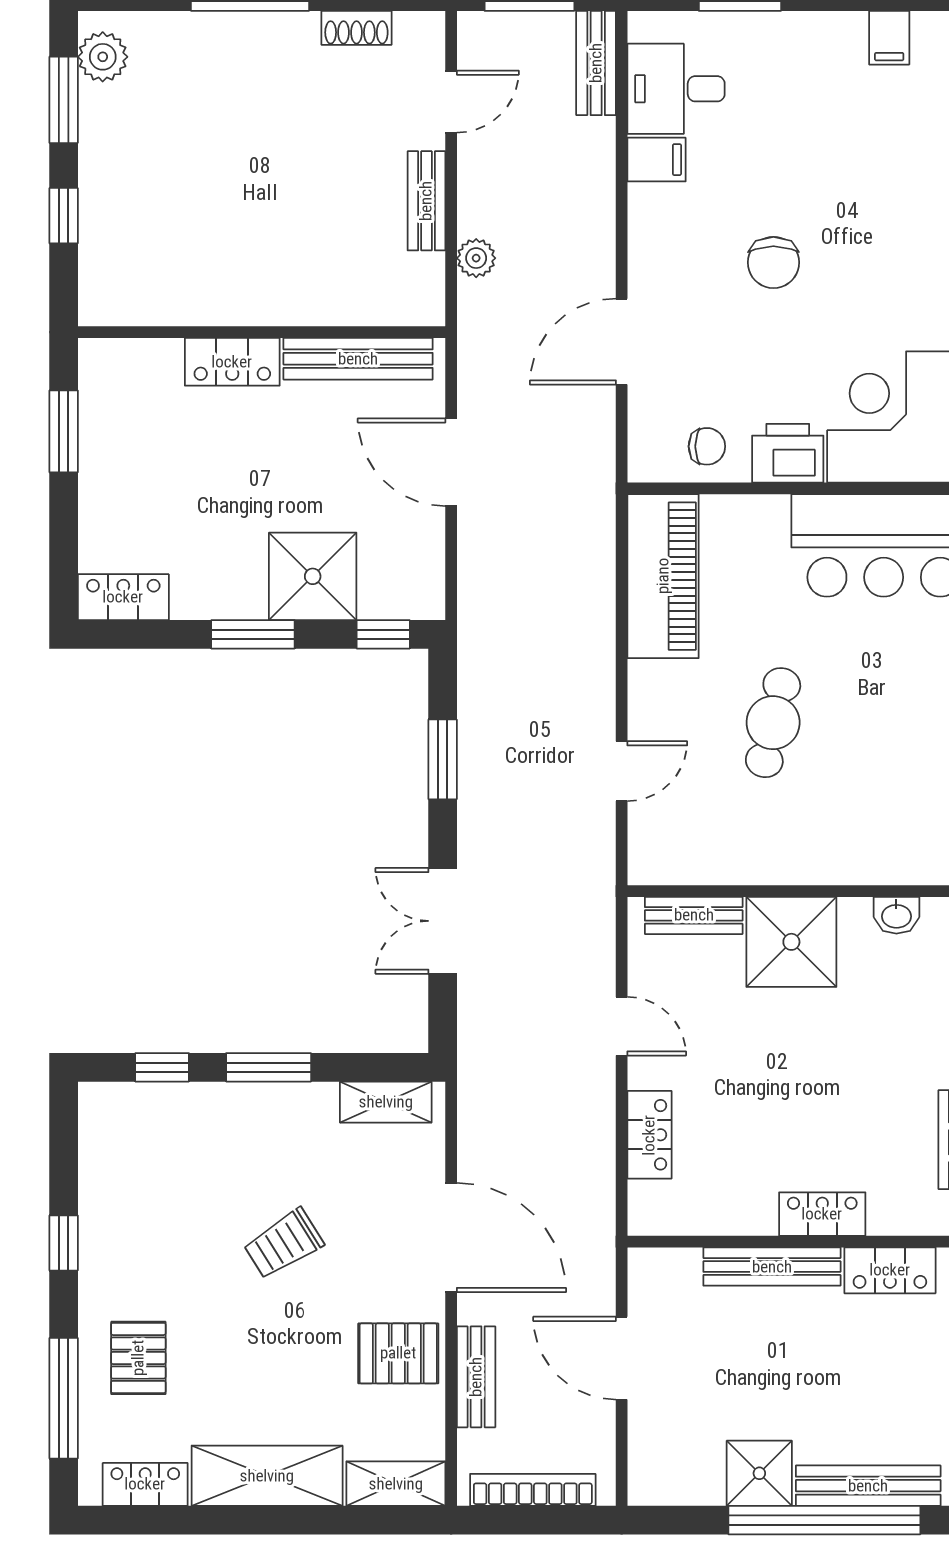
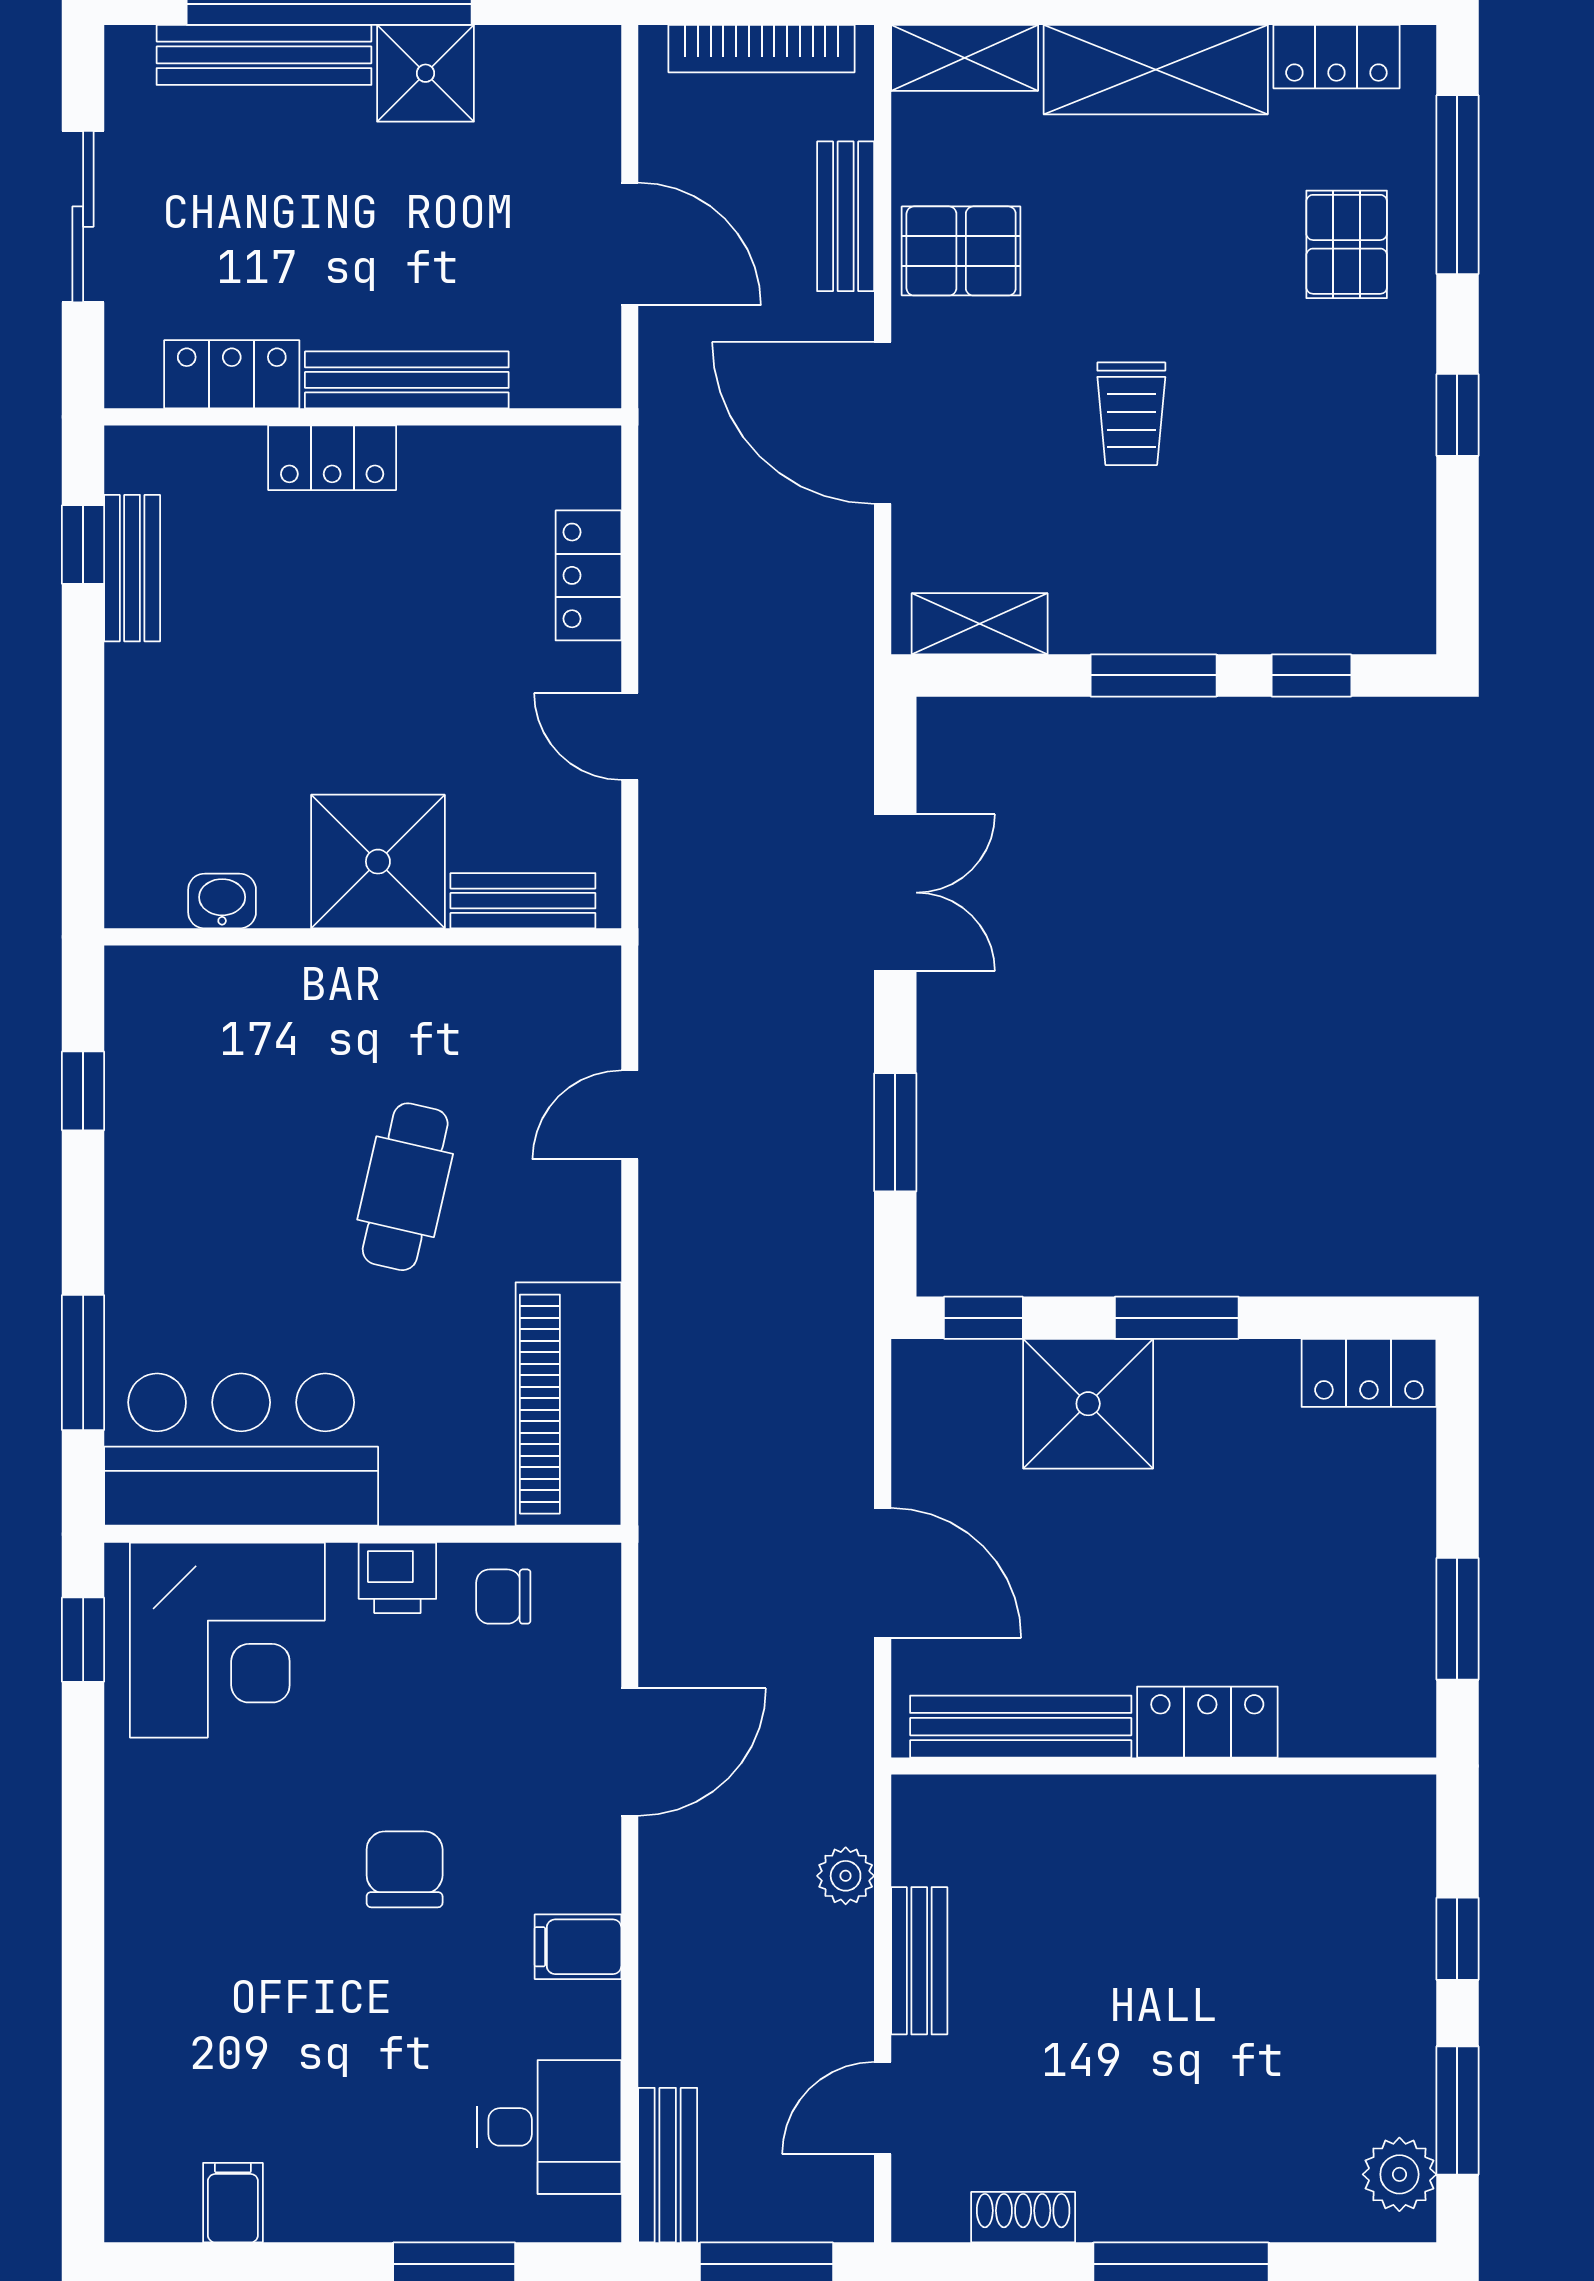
filing cabinet: (657, 160) -> (578, 1947), moved
printer: (788, 453) -> (397, 1578), width x0.73, depth x0.81
trolley: (284, 1244) -> (1131, 414), turned 122

